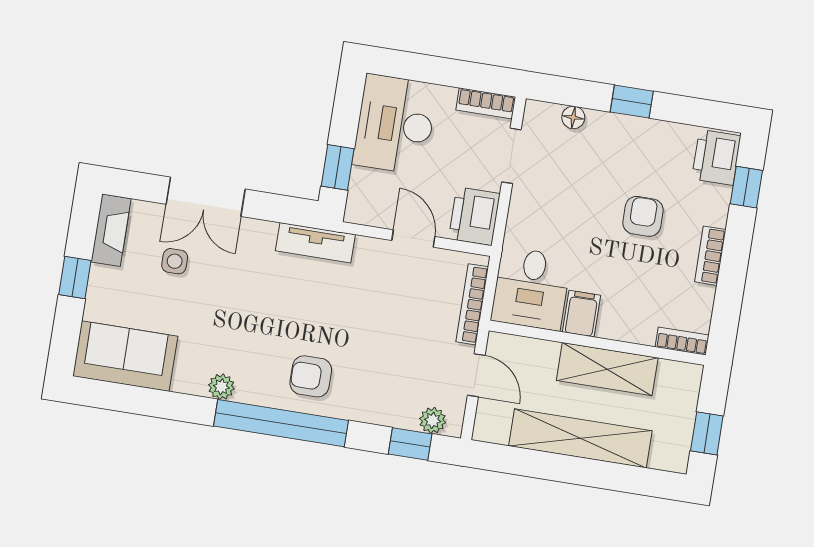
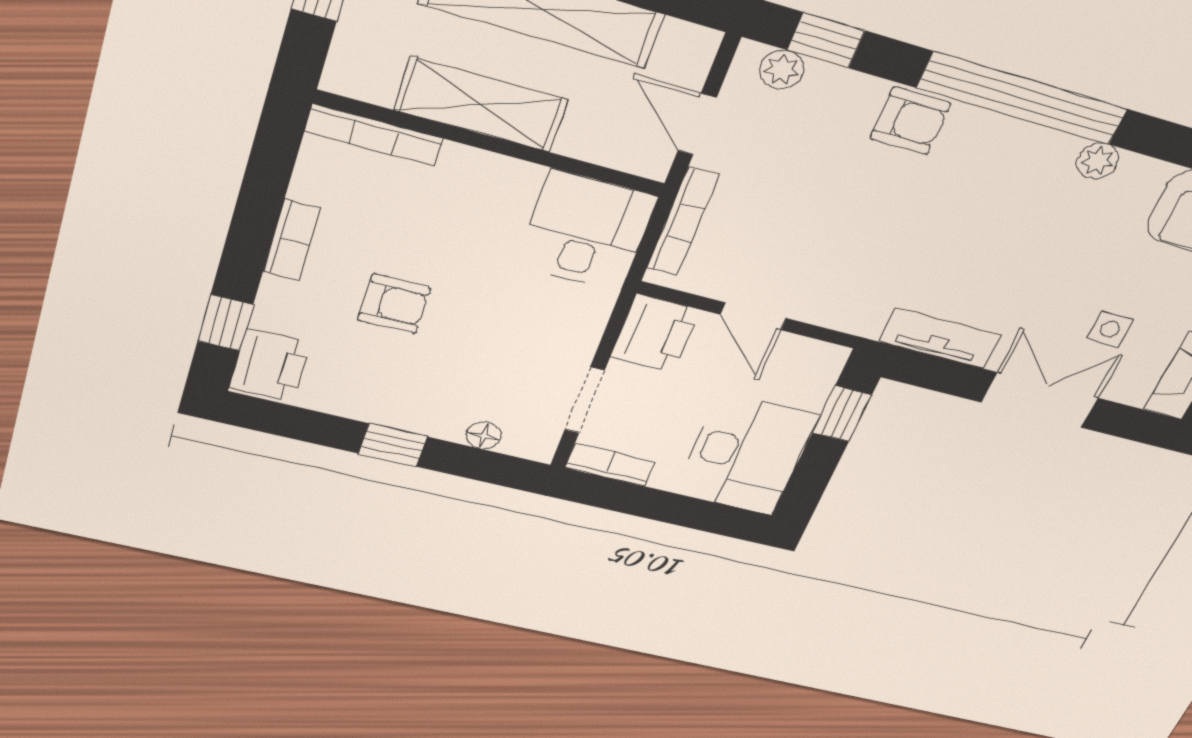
armchair: (643, 216) -> (394, 304), turned -90
tv unit: (315, 243) -> (940, 338), moved
filing cabinet: (582, 314) -> (511, 188), removed
bookcase: (682, 341) -> (374, 135), width x1.56
armchair: (311, 376) -> (910, 121), moved

